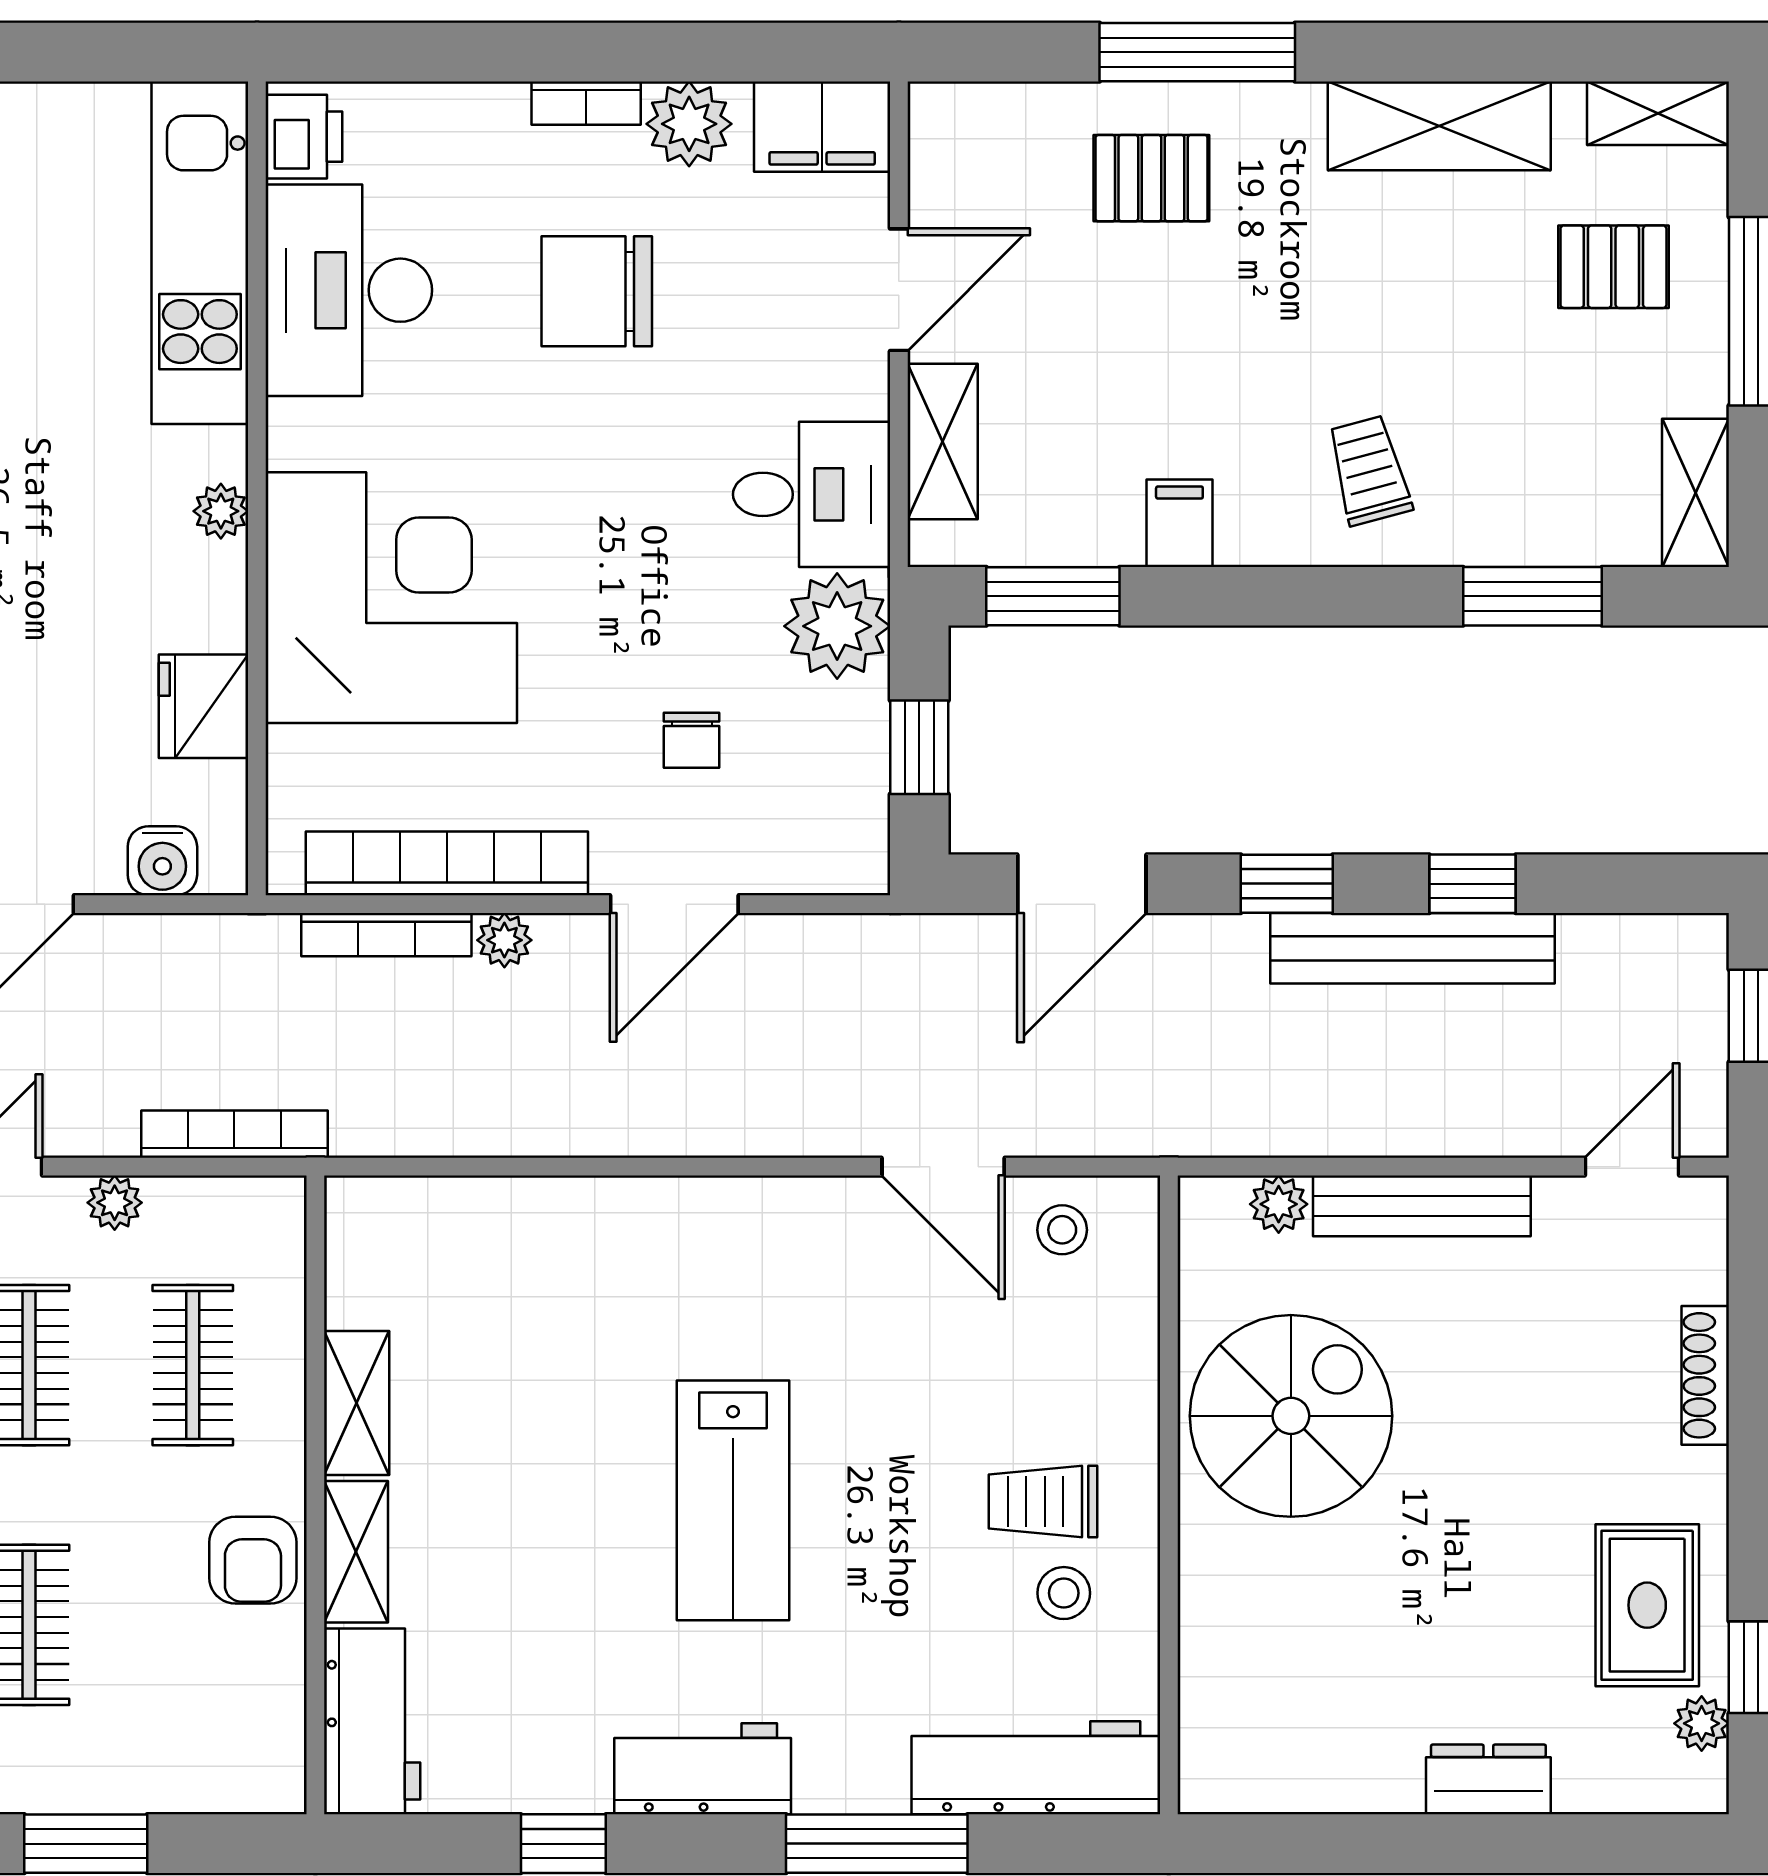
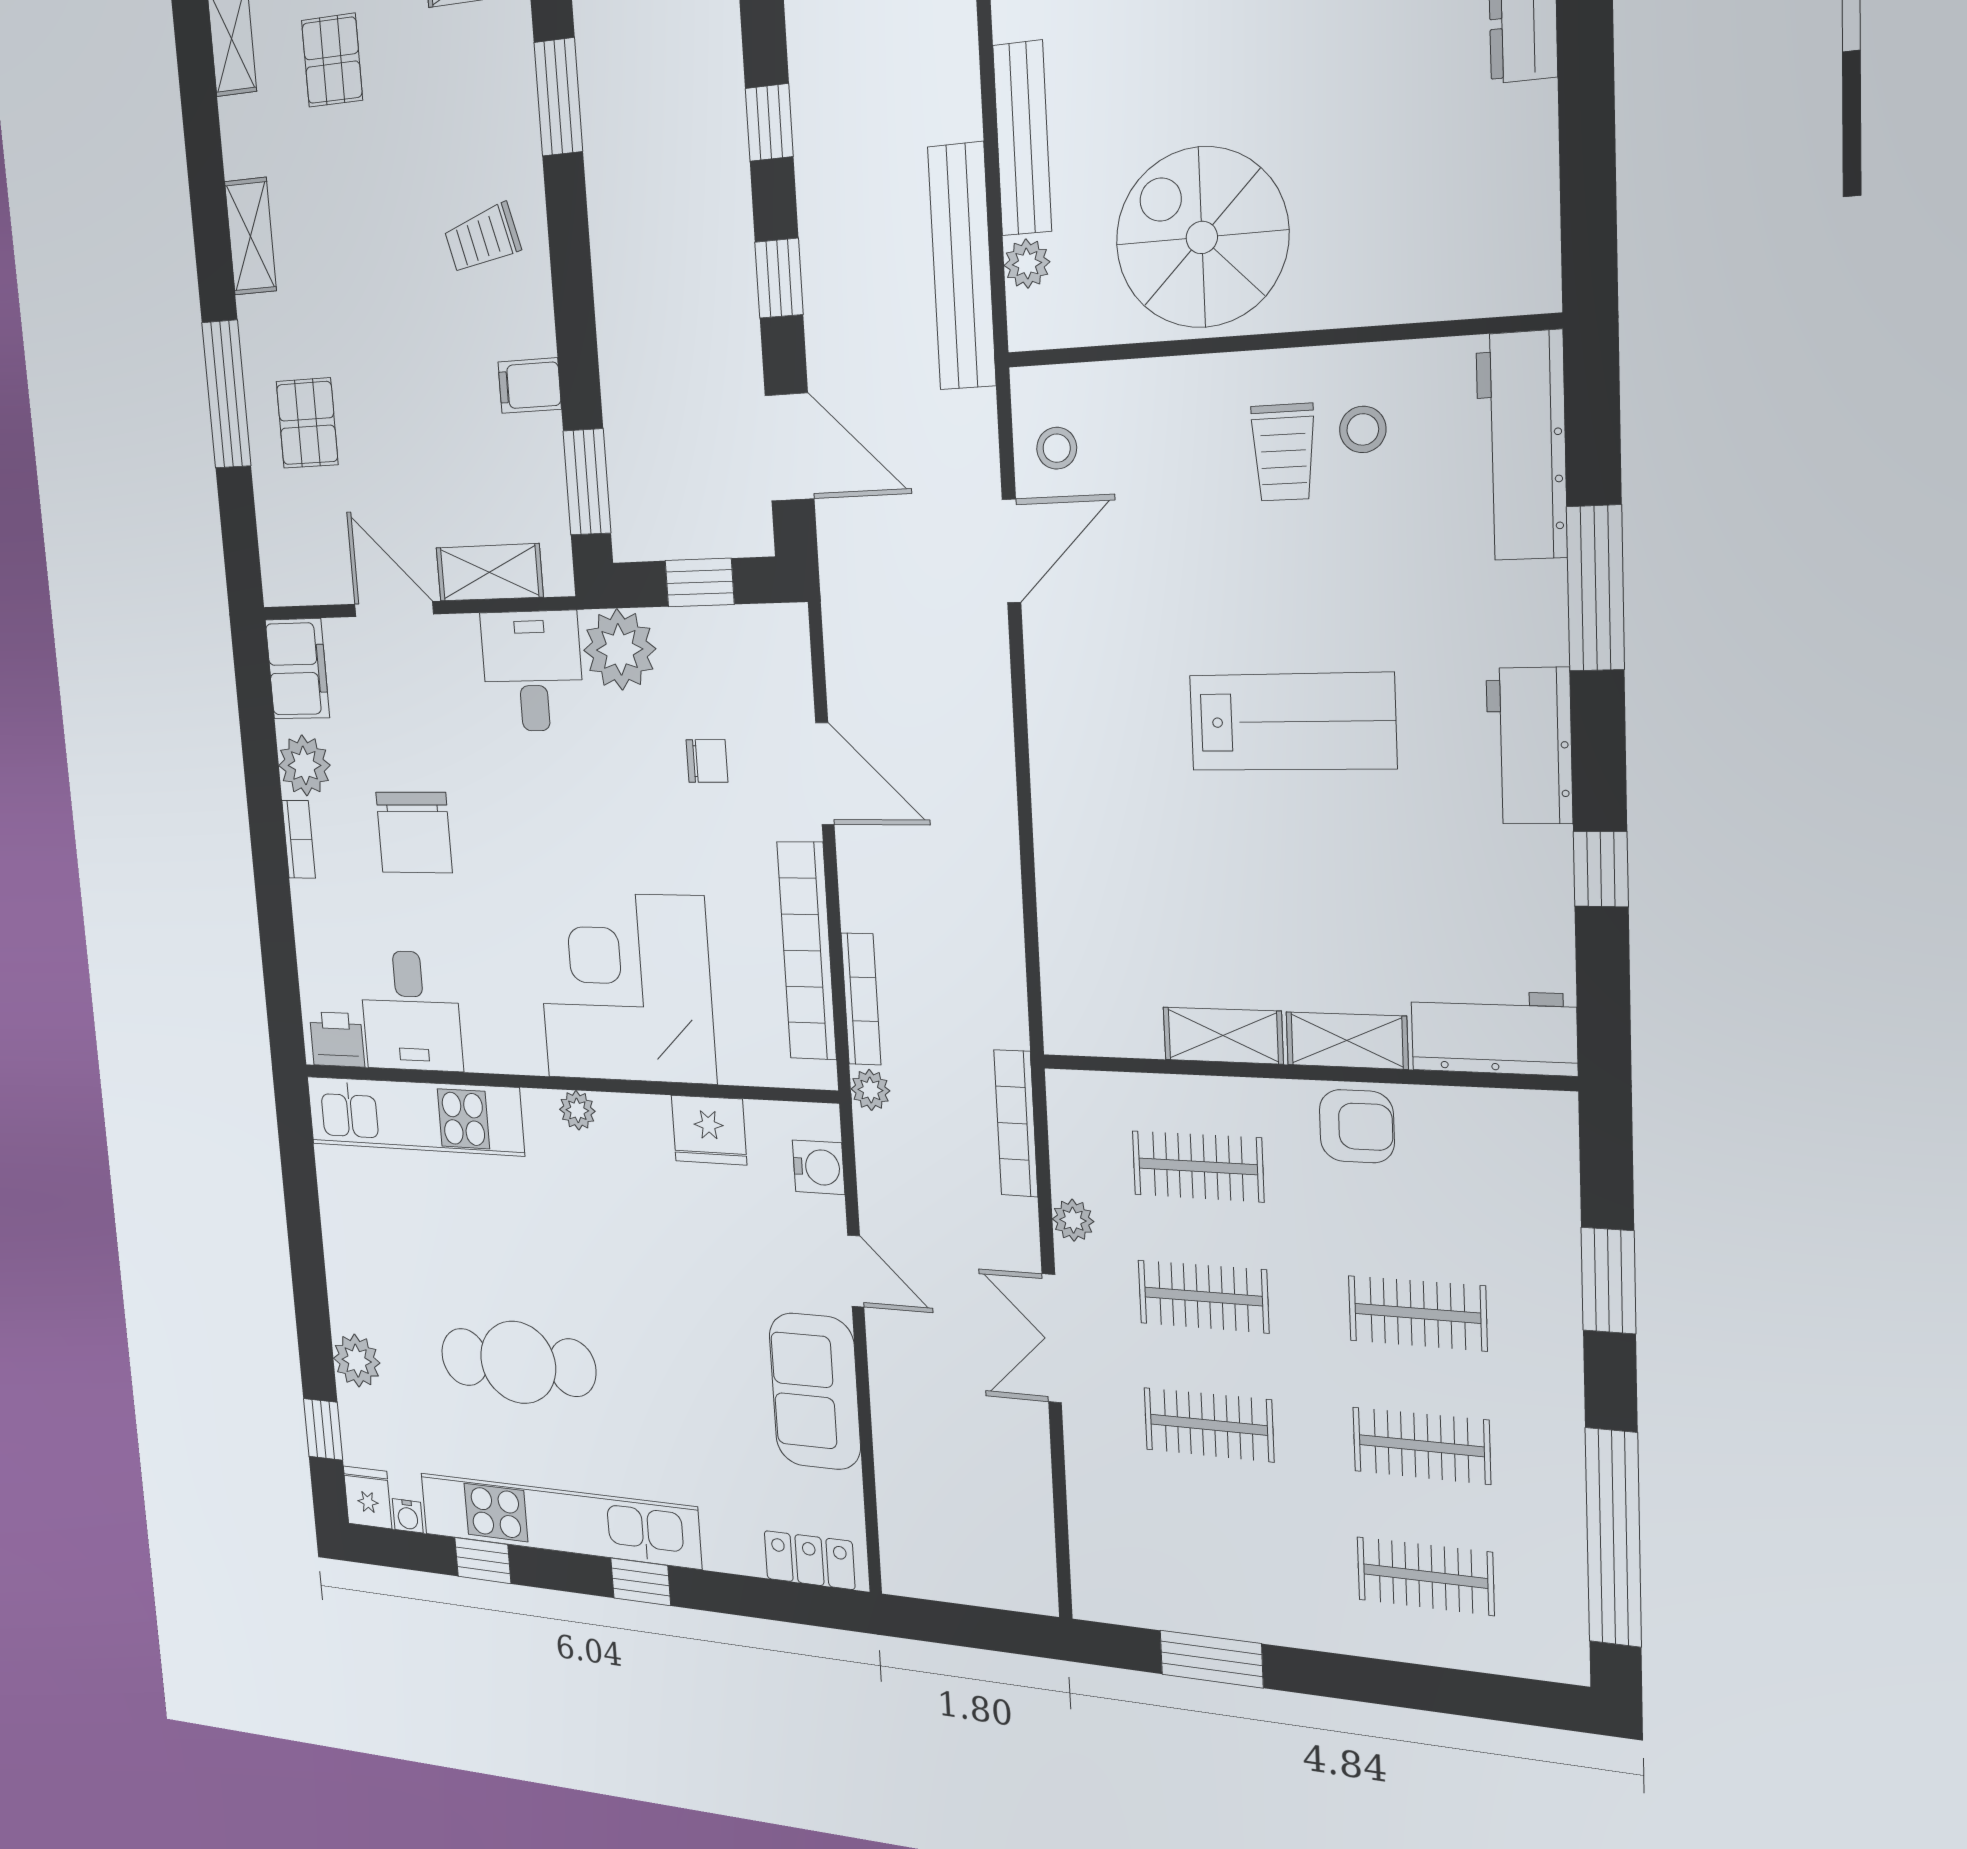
shelving: (1439, 126) -> (251, 236), width x0.67, depth x0.75
desk: (349, 290) -> (411, 1011), width x0.73
plant: (504, 940) -> (870, 1090), moved
bench: (1412, 948) -> (962, 267), moved

